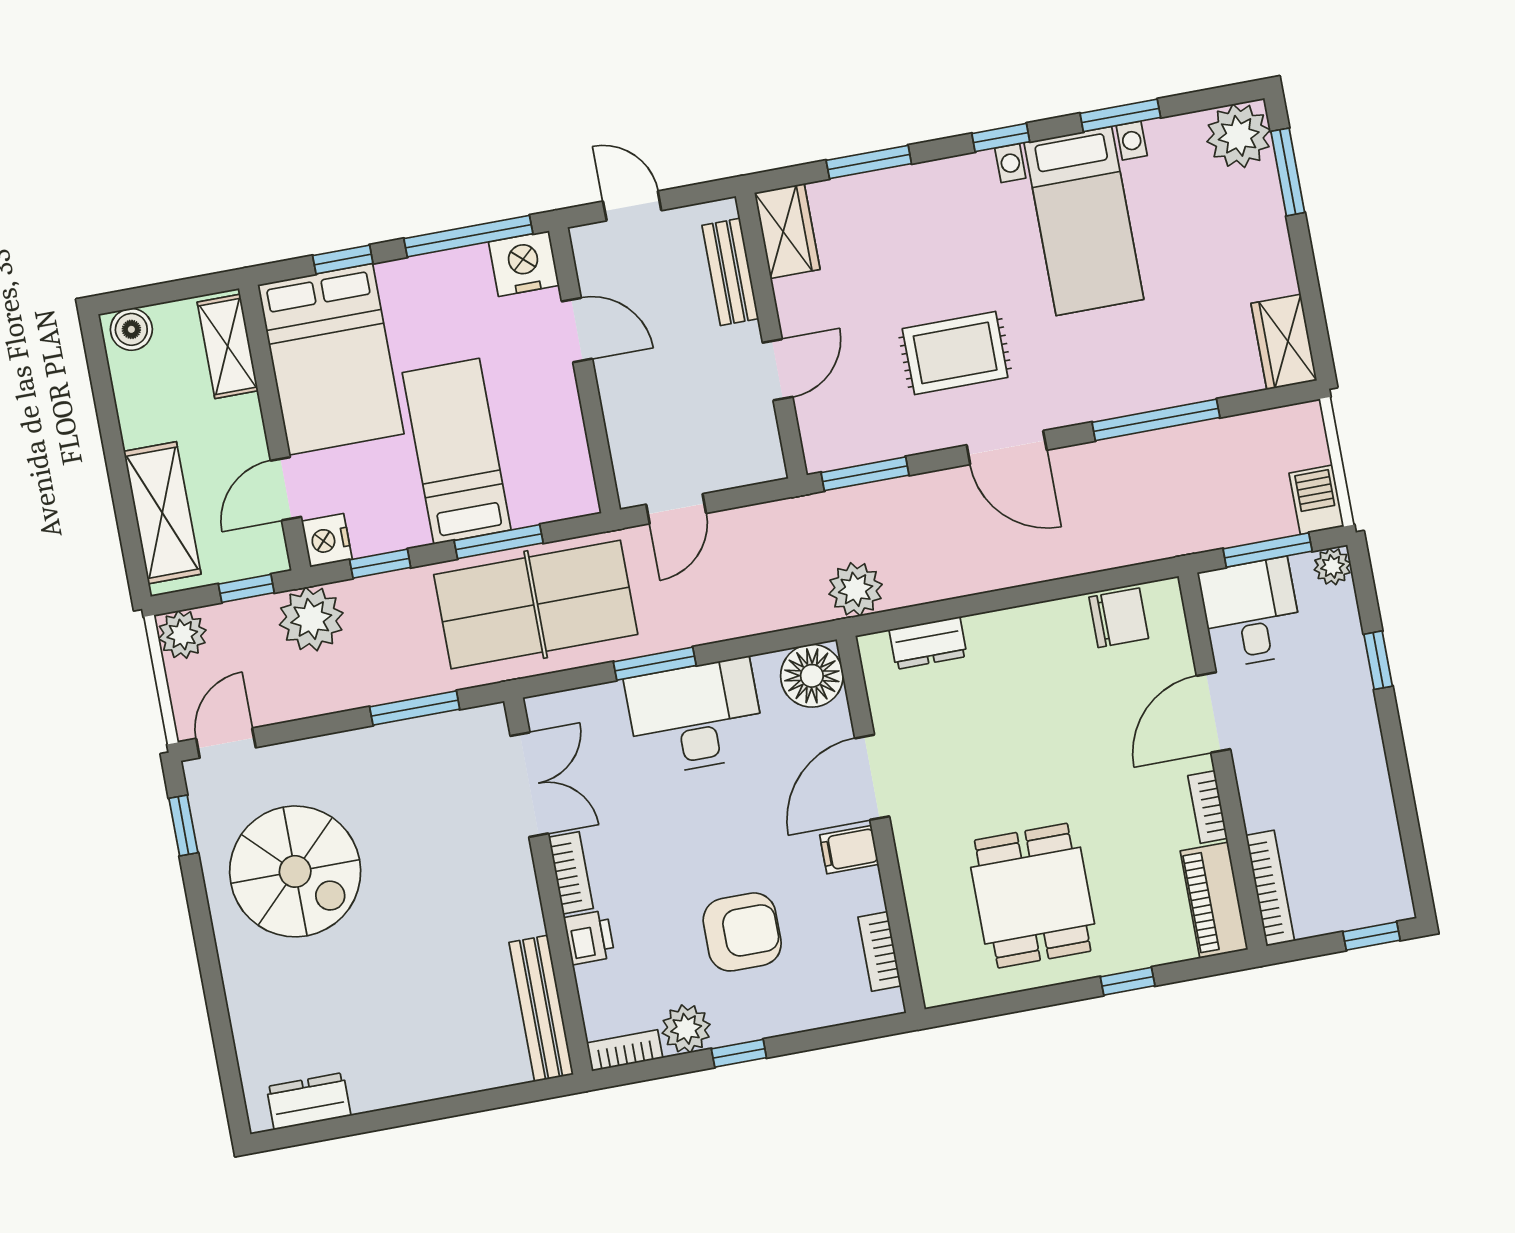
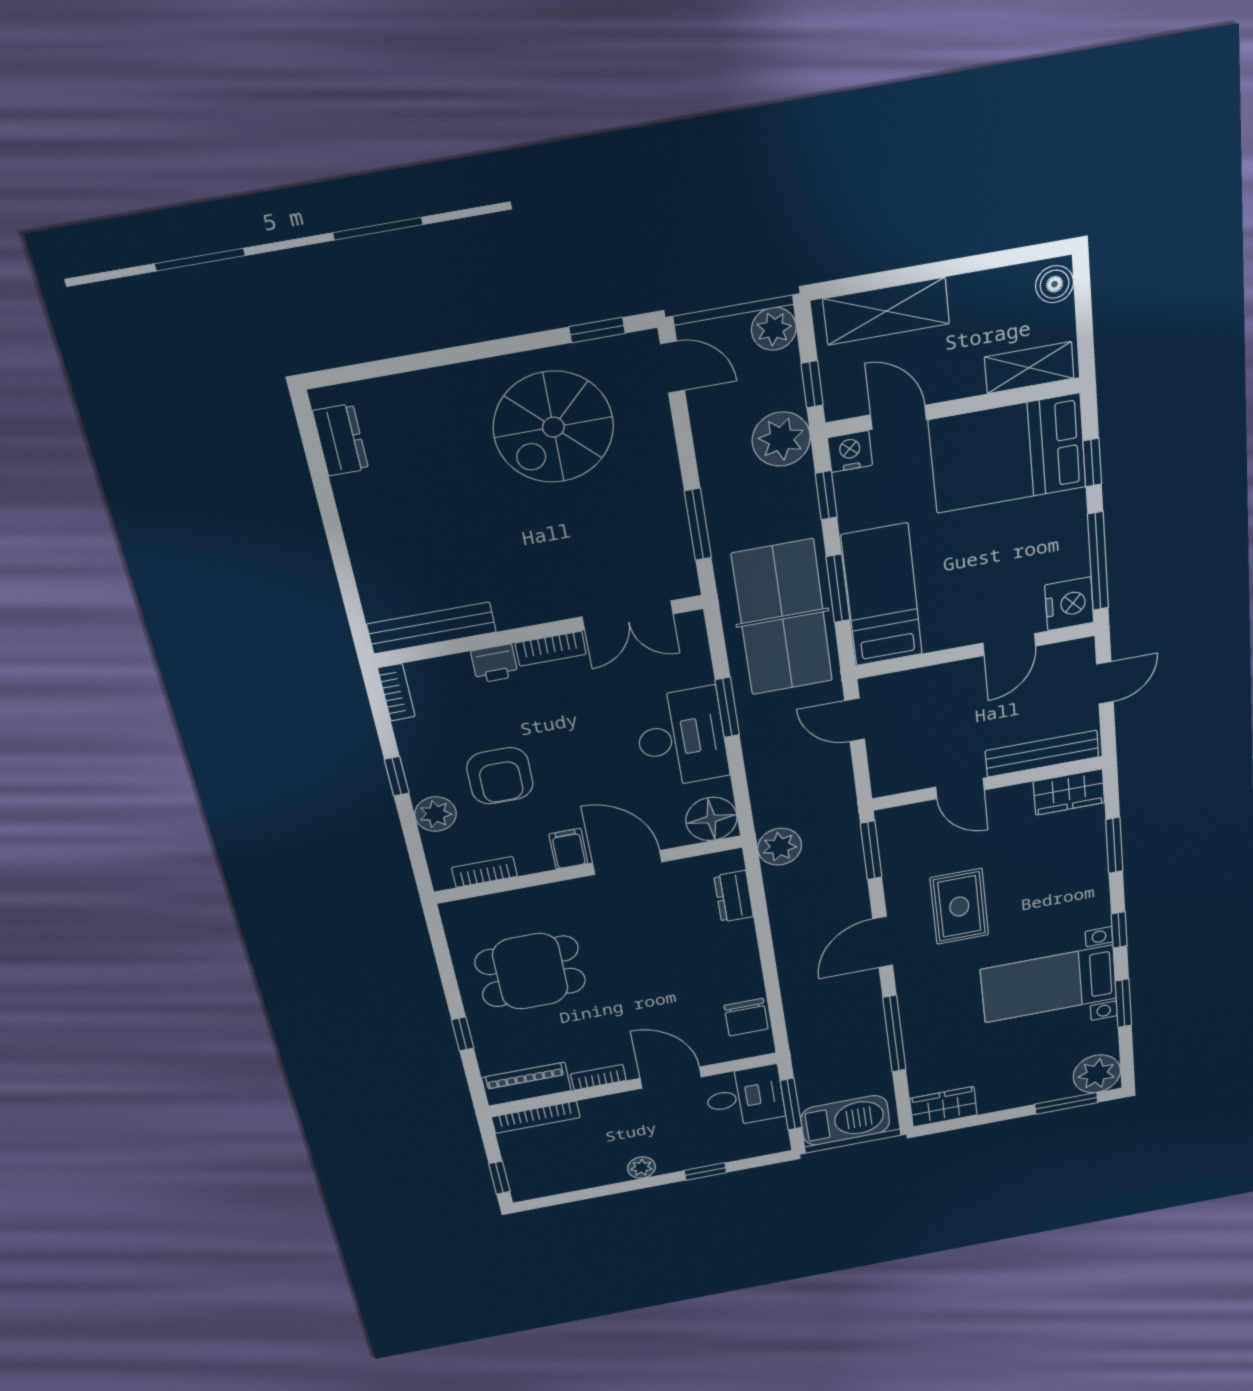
bench: (730, 272) -> (1042, 754), width x1.36
bed: (457, 451) -> (882, 595), moved, turned -90
barbecue: (1316, 500) -> (845, 1120), width x1.88, depth x1.53
plant: (1332, 566) -> (641, 1168), moved
plant: (686, 1029) -> (436, 814), moved

